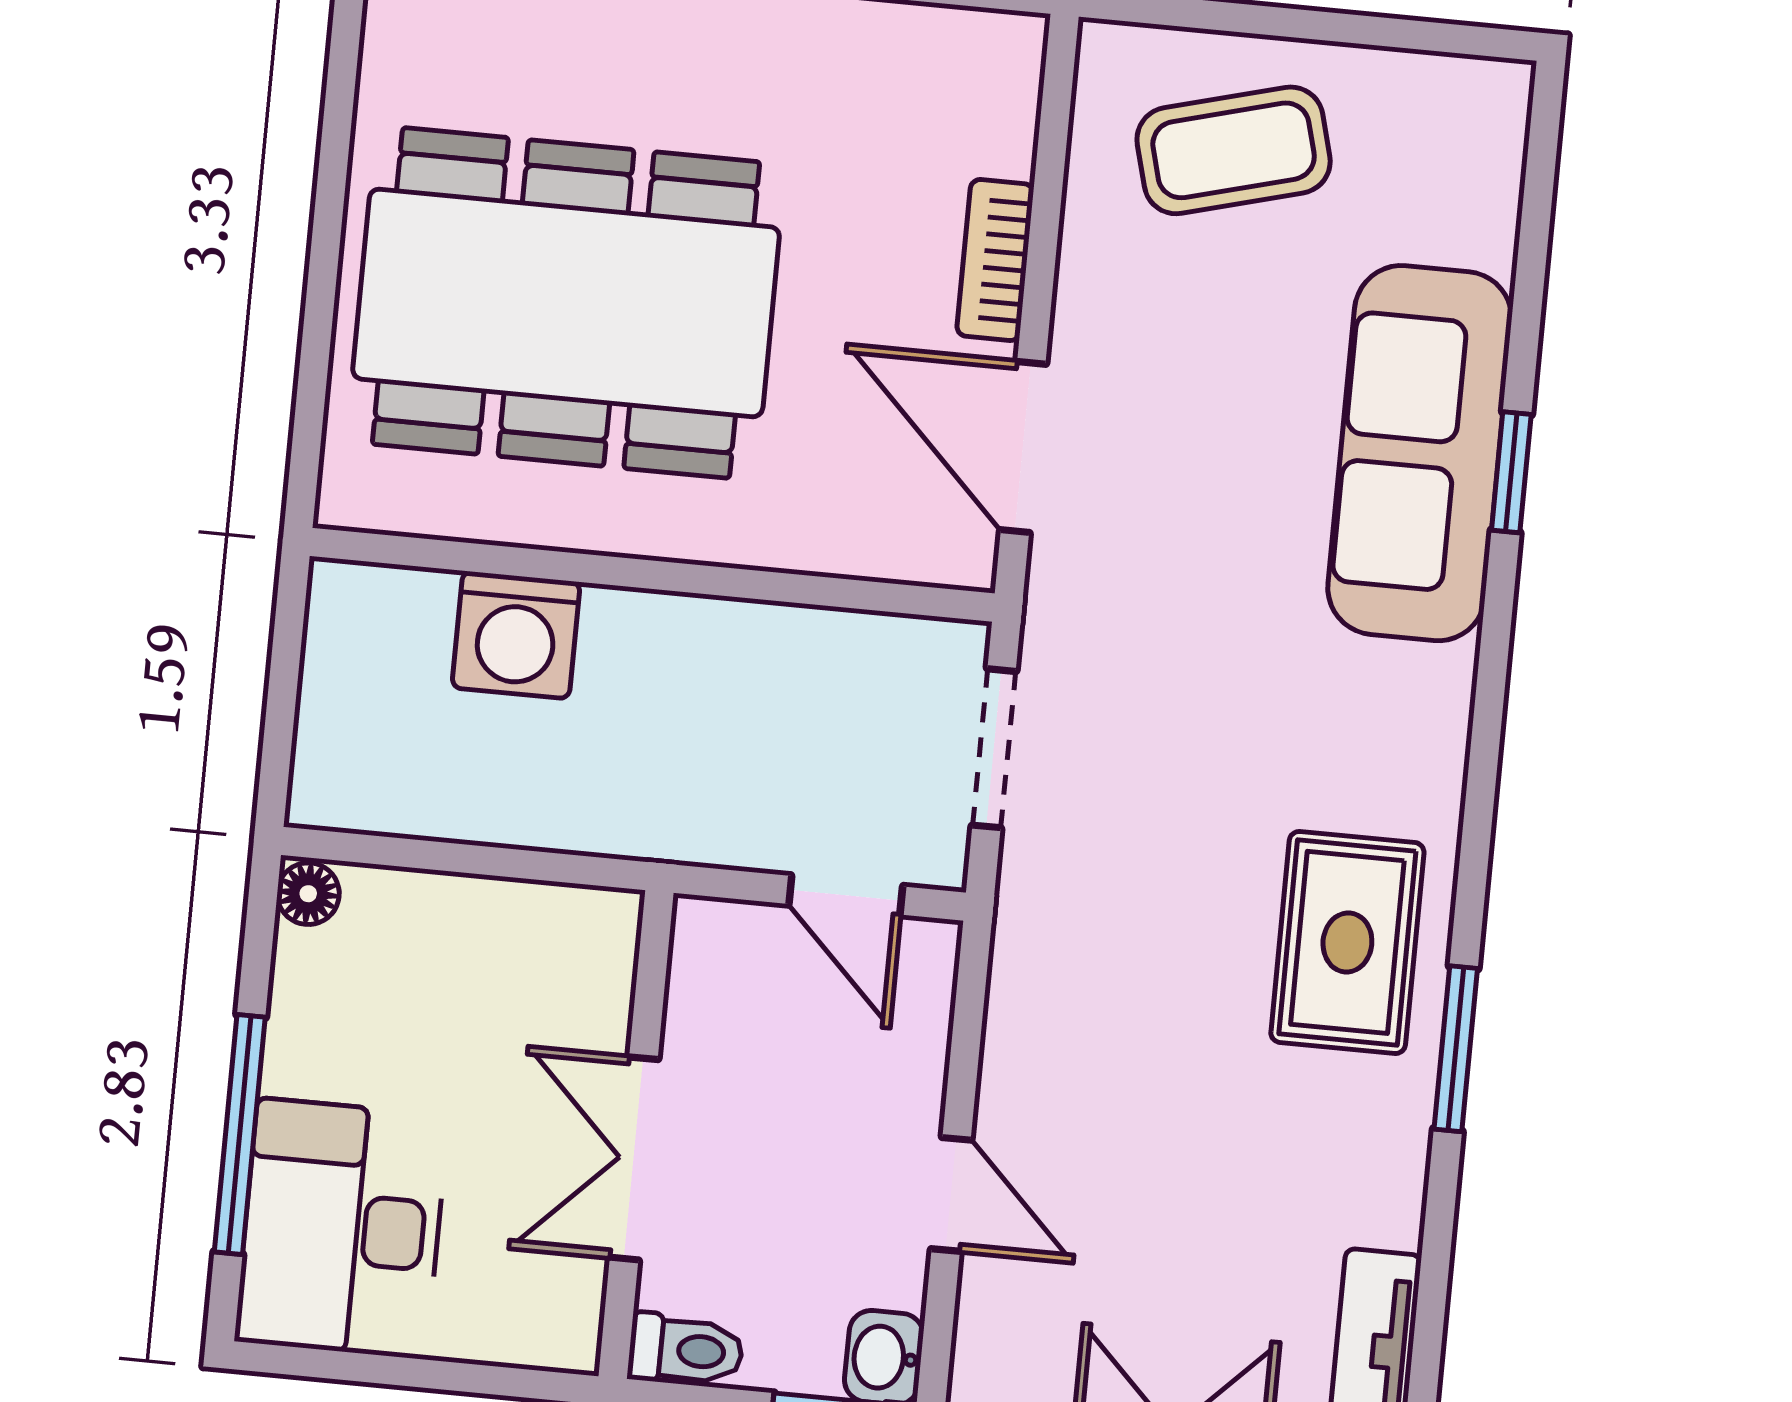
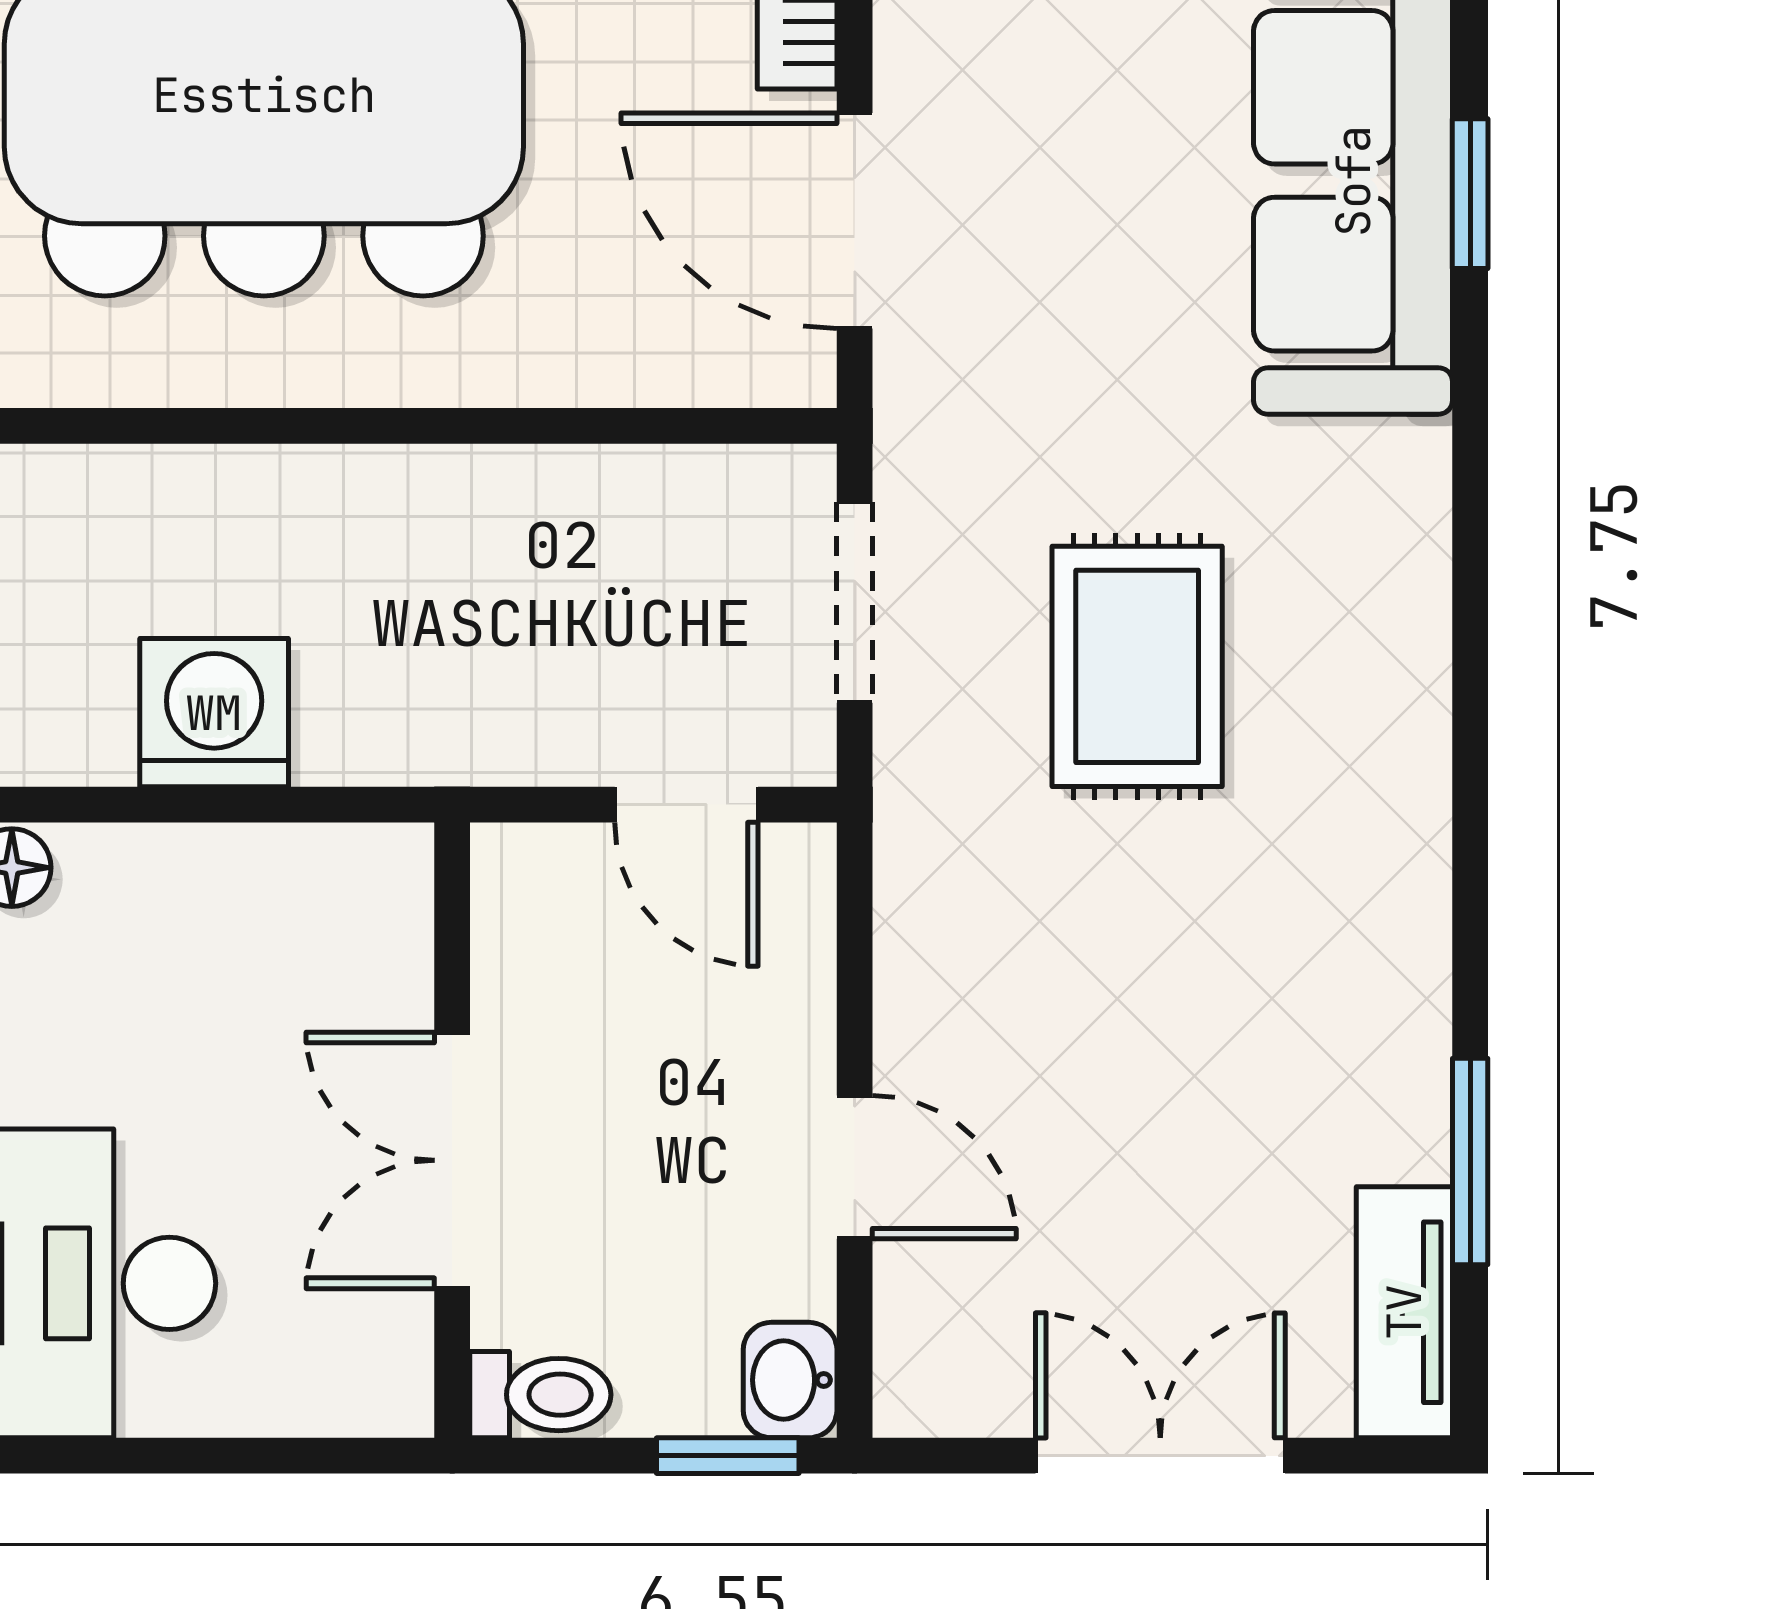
washing machine: (516, 635) -> (214, 713), moved, turned 180
rug: (1347, 942) -> (1137, 666), moved
window: (1456, 1049) -> (1470, 1161), moved

